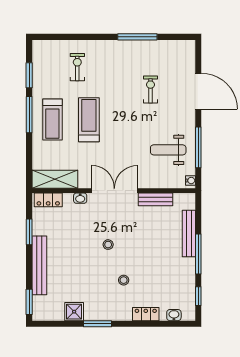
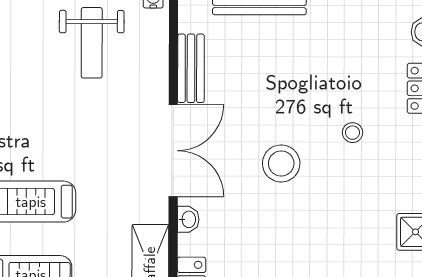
double door: (114, 191) -> (173, 151), swing flipped
stool: (108, 245) -> (281, 163), width x1.89, depth x1.89

